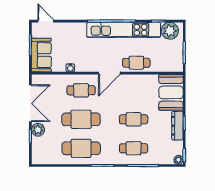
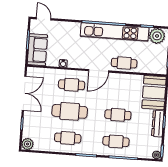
plant: (38, 130) -> (27, 144), moved
cafe table: (81, 148) -> (68, 138), width x0.73, depth x0.74

